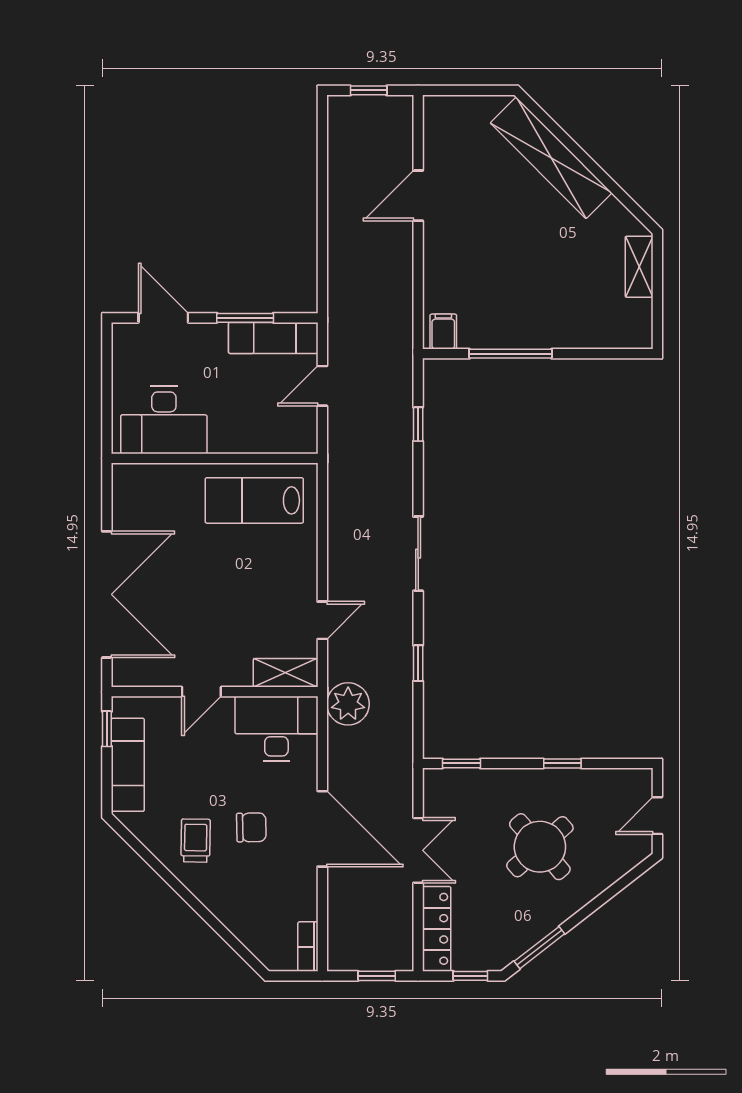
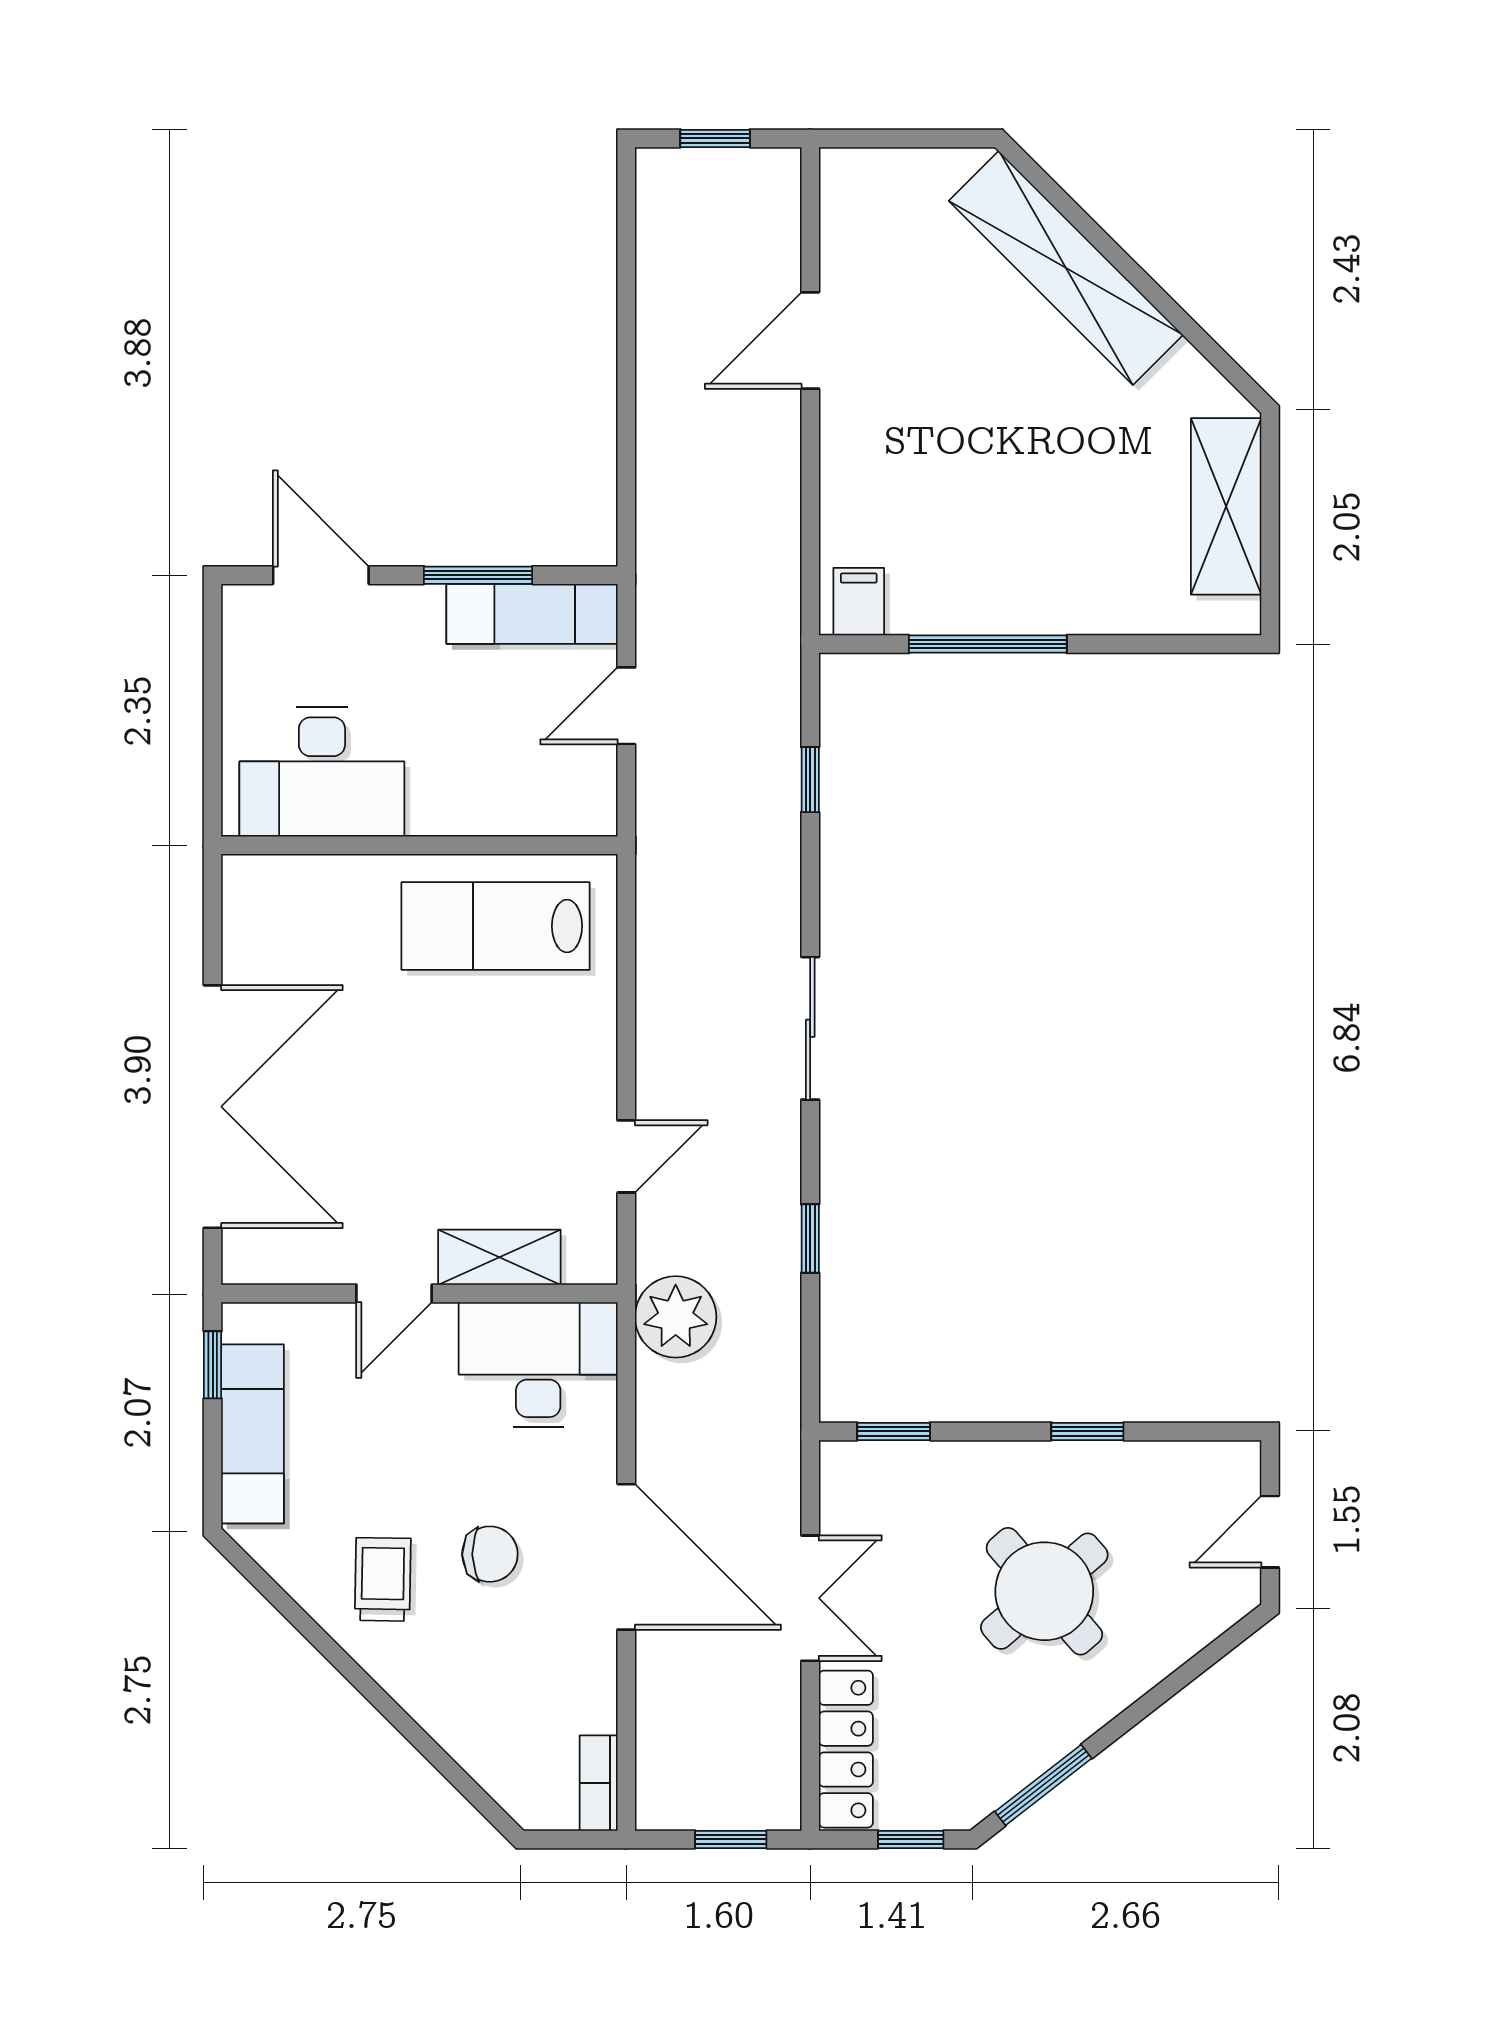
shelving: (639, 267) -> (1226, 506), width x1.50, depth x1.33
shelving: (285, 673) -> (499, 1257), moved

